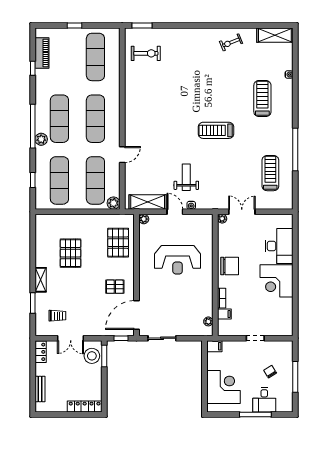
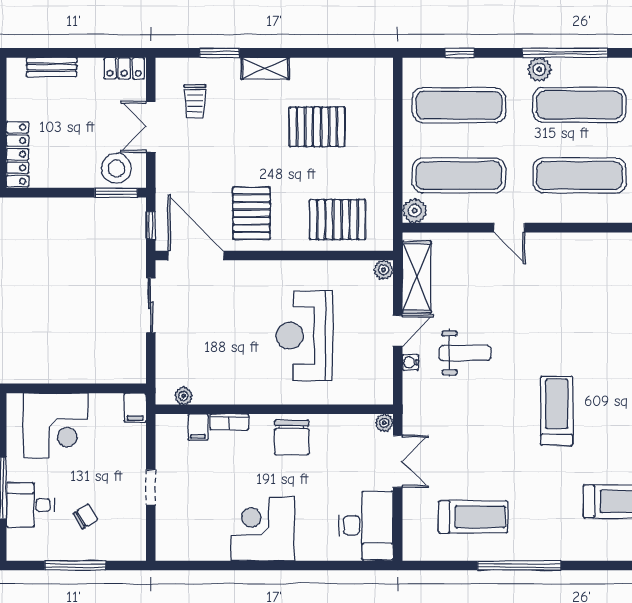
desk: (279, 246) -> (366, 525), moved, turned -90
pallet: (115, 287) -> (251, 213), width x1.50, depth x1.42

